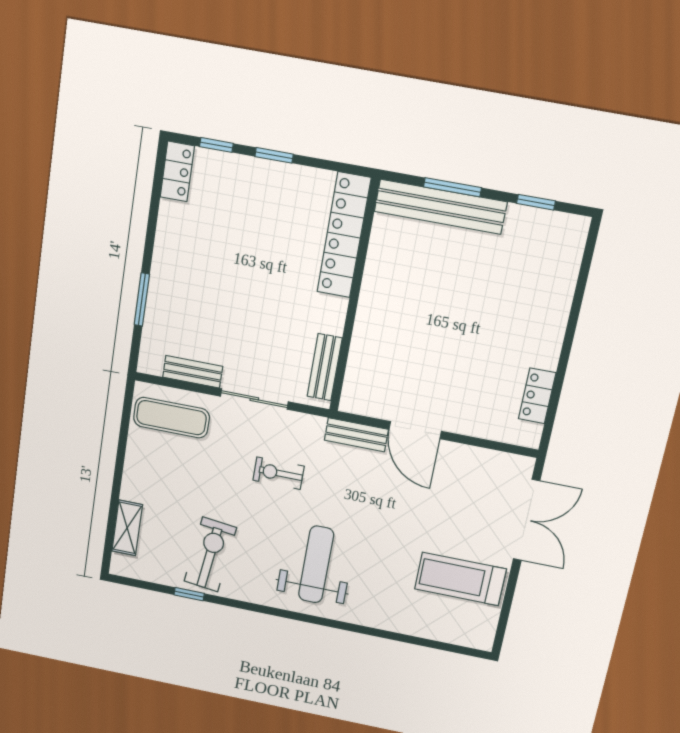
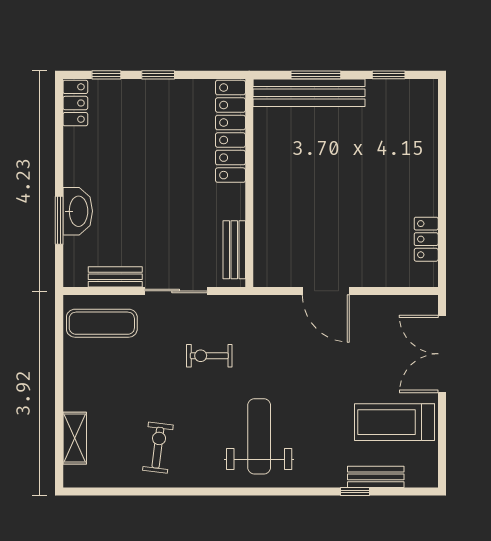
washbasin: (163, 293) -> (78, 211), added
bench: (356, 435) -> (376, 477), moved
double door: (526, 520) -> (442, 354), swing flipped
exercise bike: (210, 554) -> (158, 448), width x0.73, depth x0.72
window: (189, 594) -> (355, 491), moved

